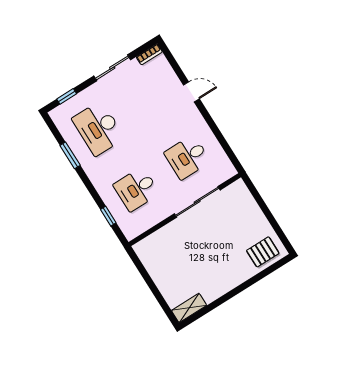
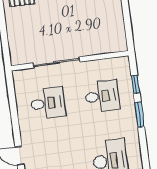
window: (70, 155) -> (139, 115), moved

